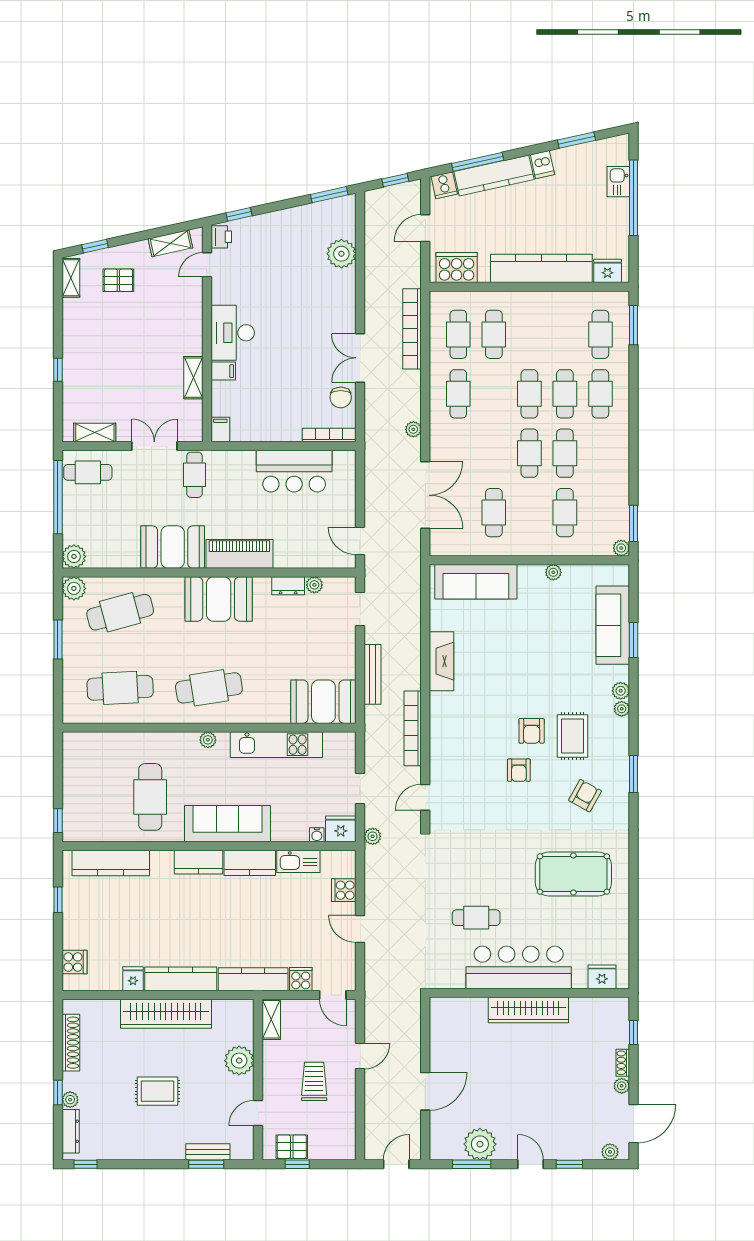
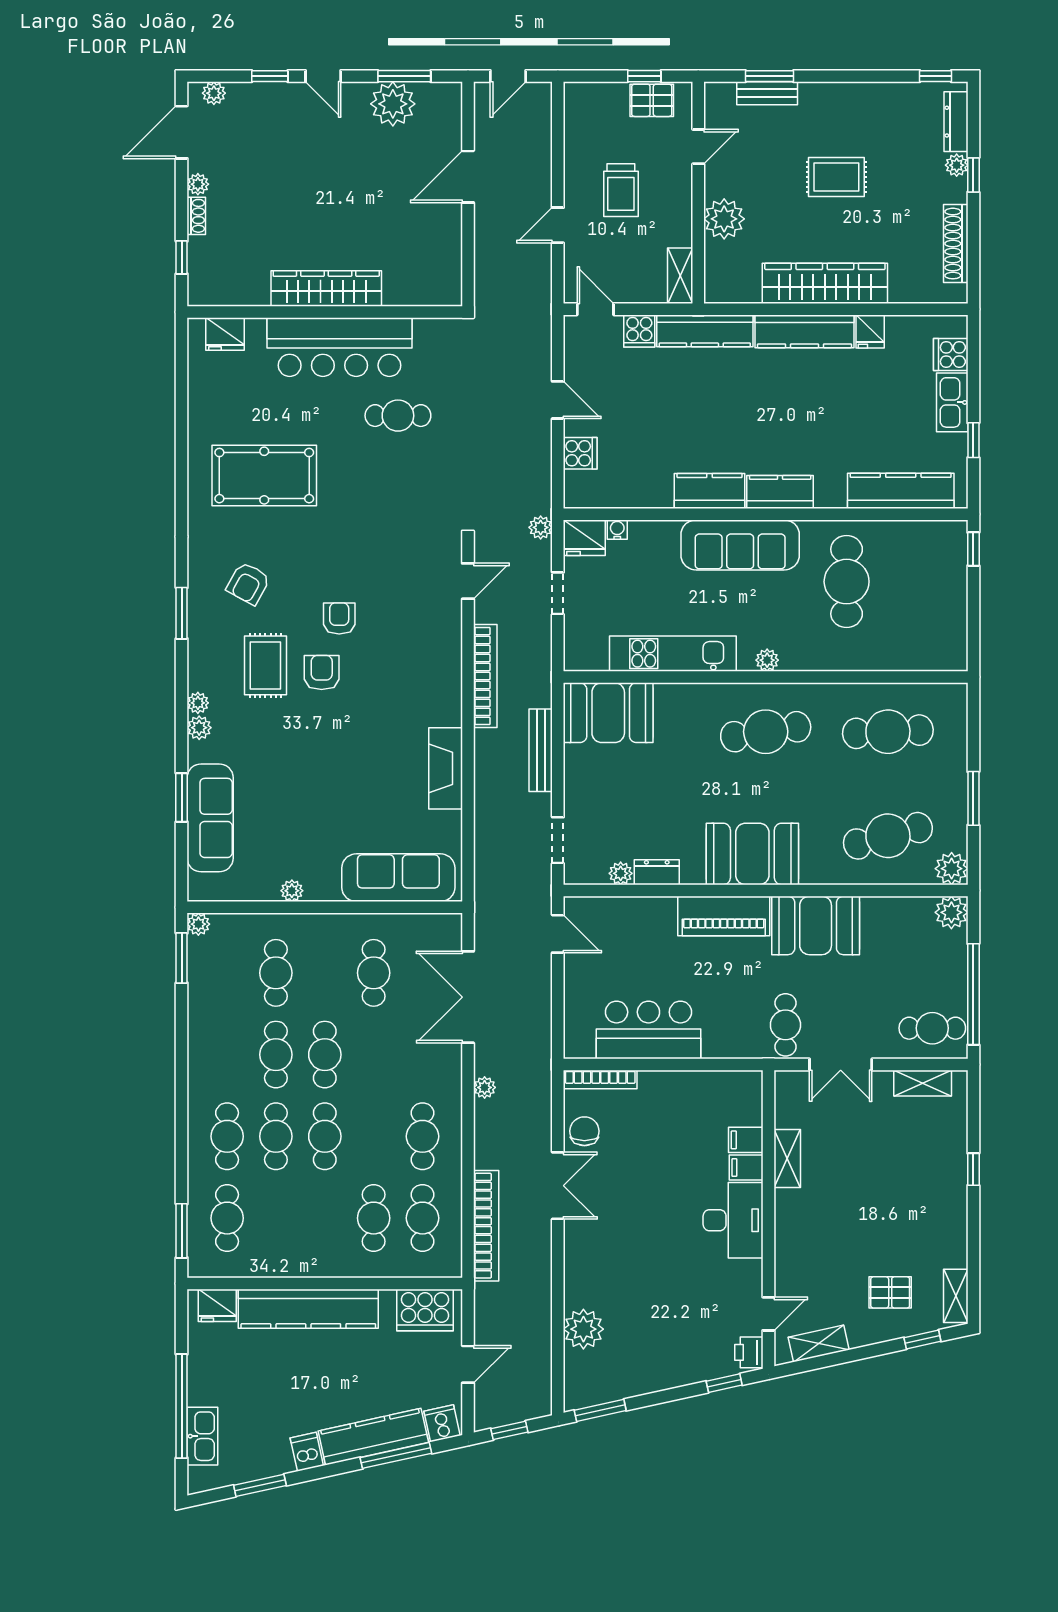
kitchen sink: (618, 182) -> (202, 1436), width x1.38
filing cabinet: (220, 429) -> (746, 1140), moved, turned 90
kitchen sink: (298, 861) -> (952, 402), moved, turned -90

